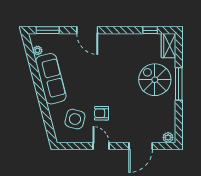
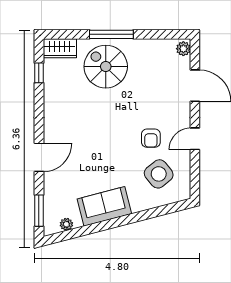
sofa: (51, 79) -> (104, 206), width x0.73
spiral stairs: (155, 80) -> (106, 67), turned 90
side table: (75, 119) -> (159, 174), turned 37

